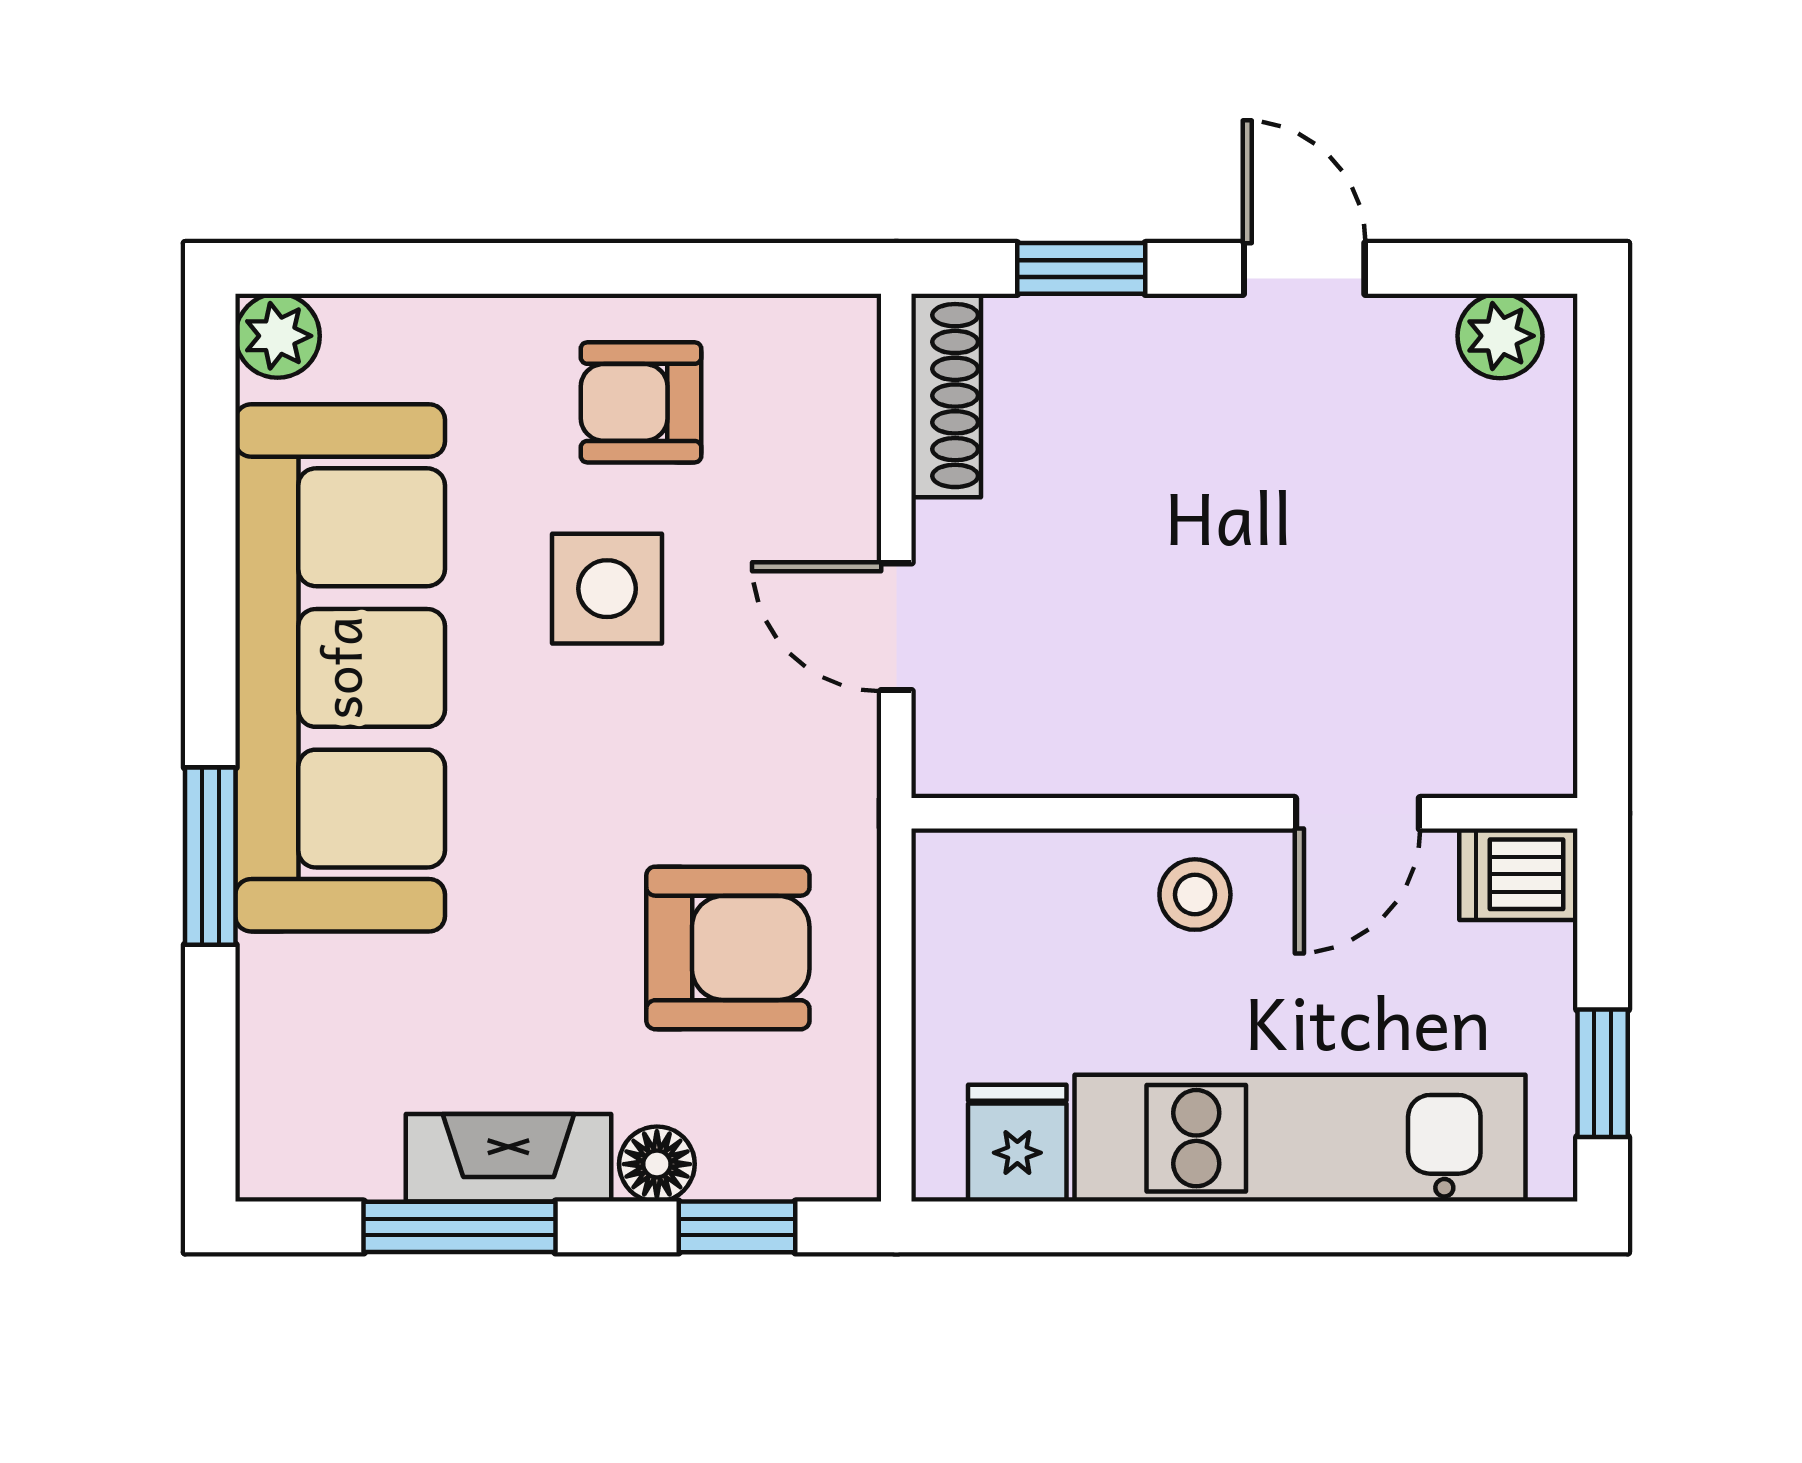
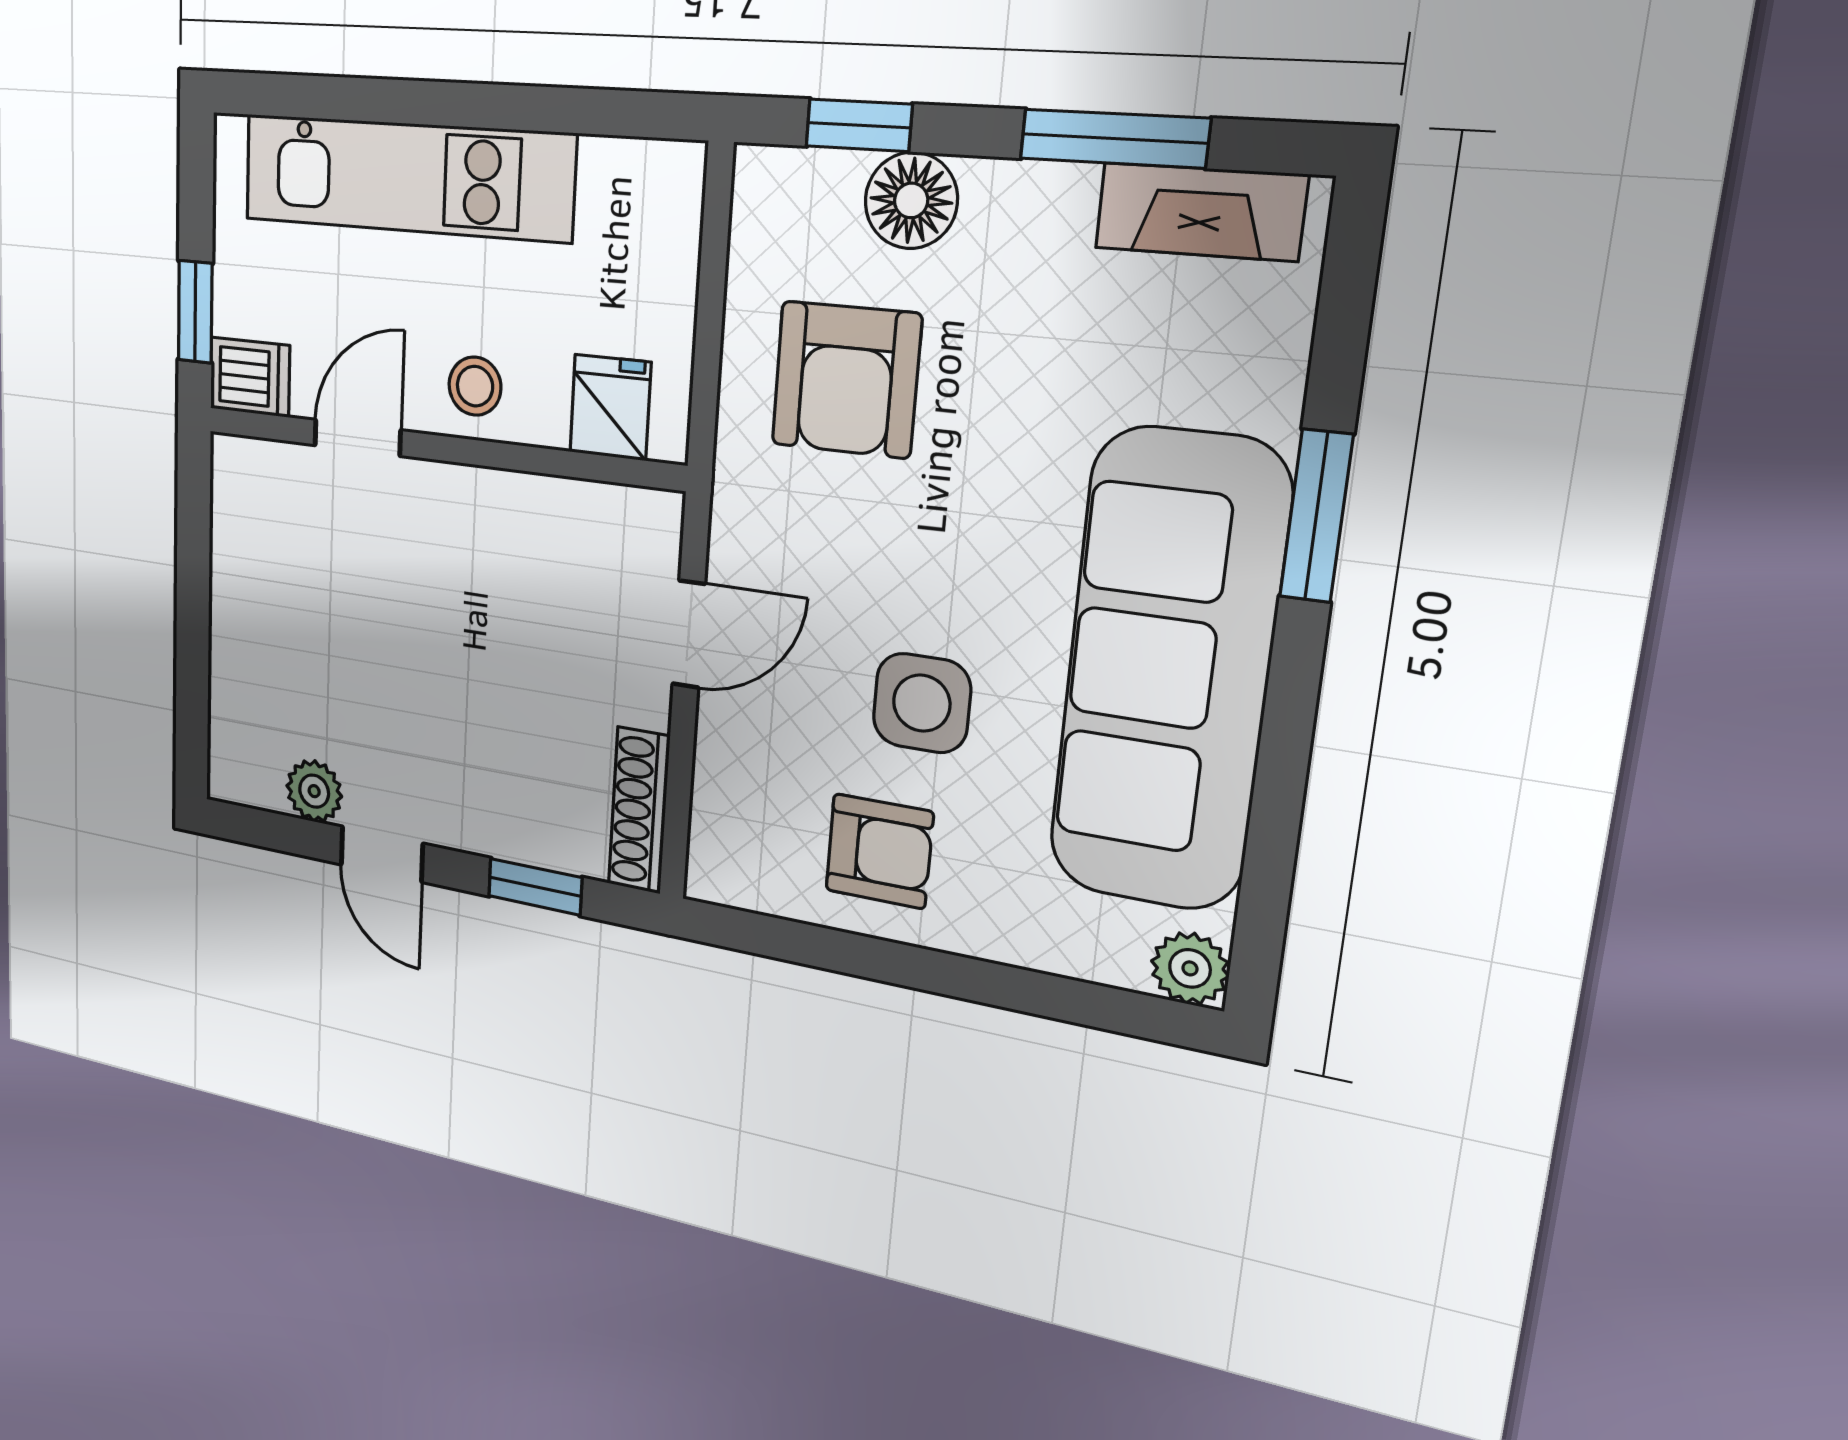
plant: (1500, 336) -> (314, 791), moved
door: (896, 627) -> (689, 634), hinge flipped
armchair: (728, 948) -> (846, 380), turned -90
window: (1603, 1073) -> (195, 312), moved
fridge: (1017, 1143) -> (610, 407), moved, turned 180
fireplace: (508, 1158) -> (1200, 212), moved
floor lamp: (657, 1164) -> (911, 200), width x1.37, depth x1.37

